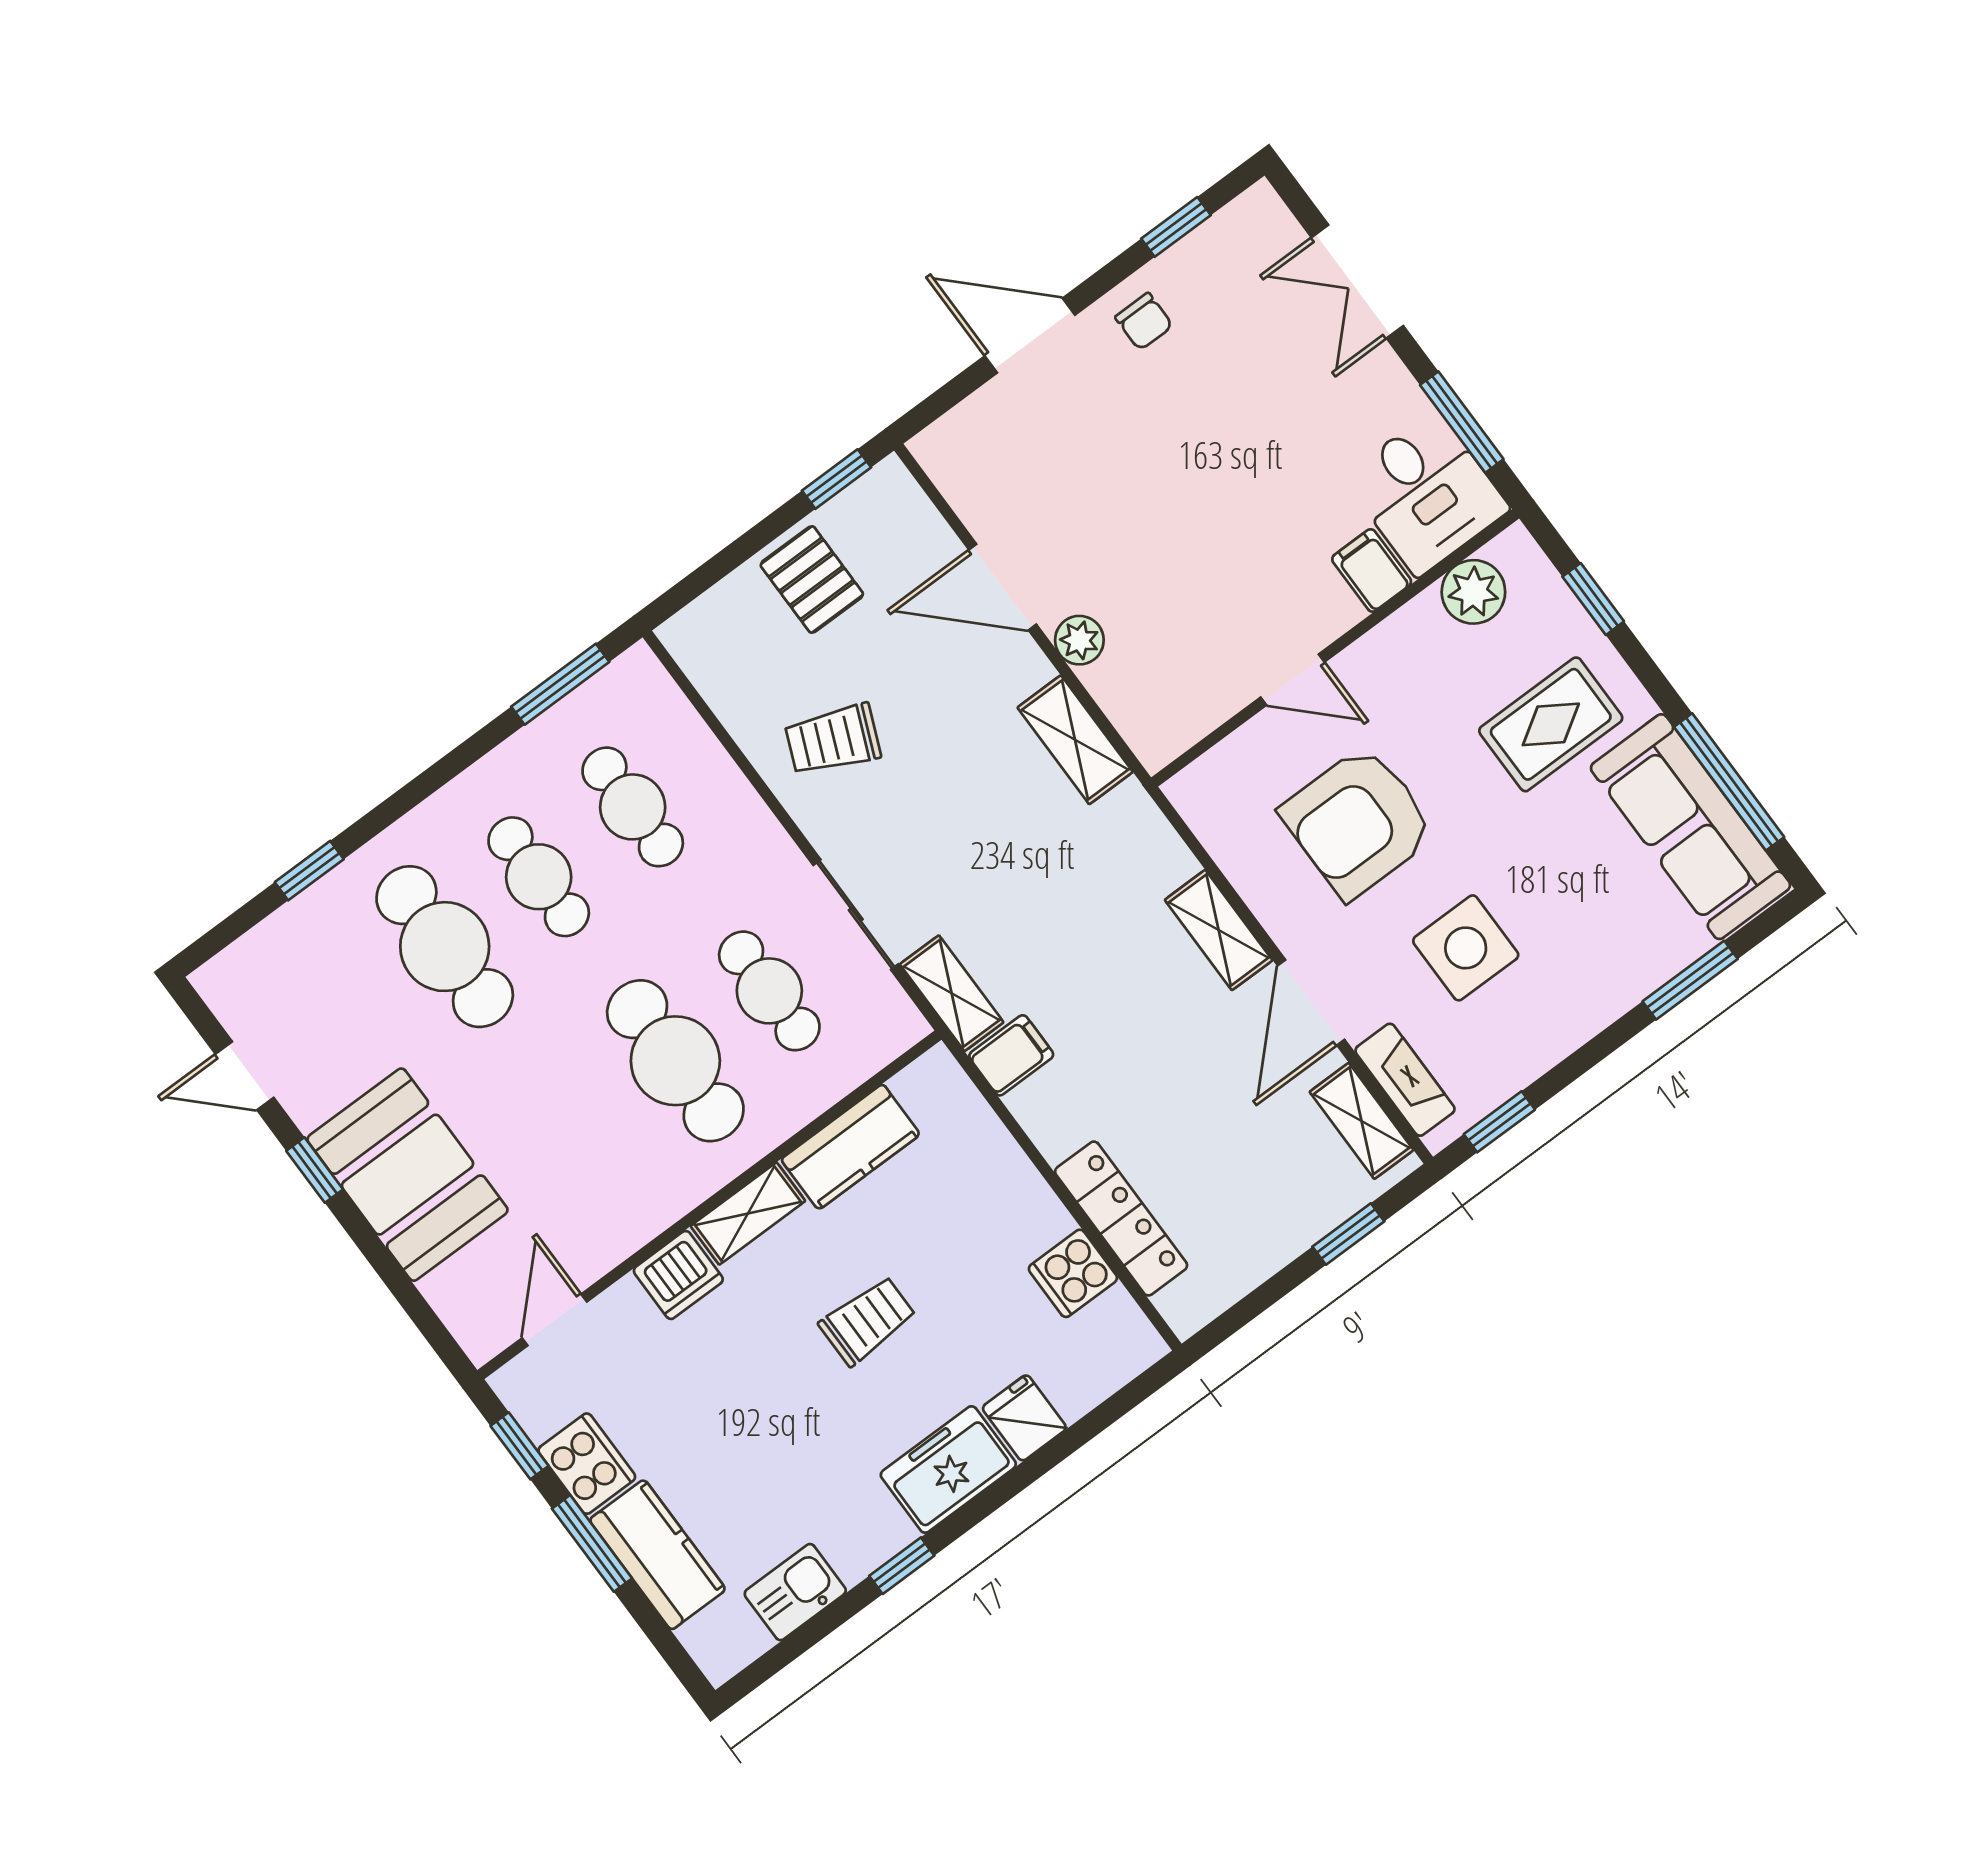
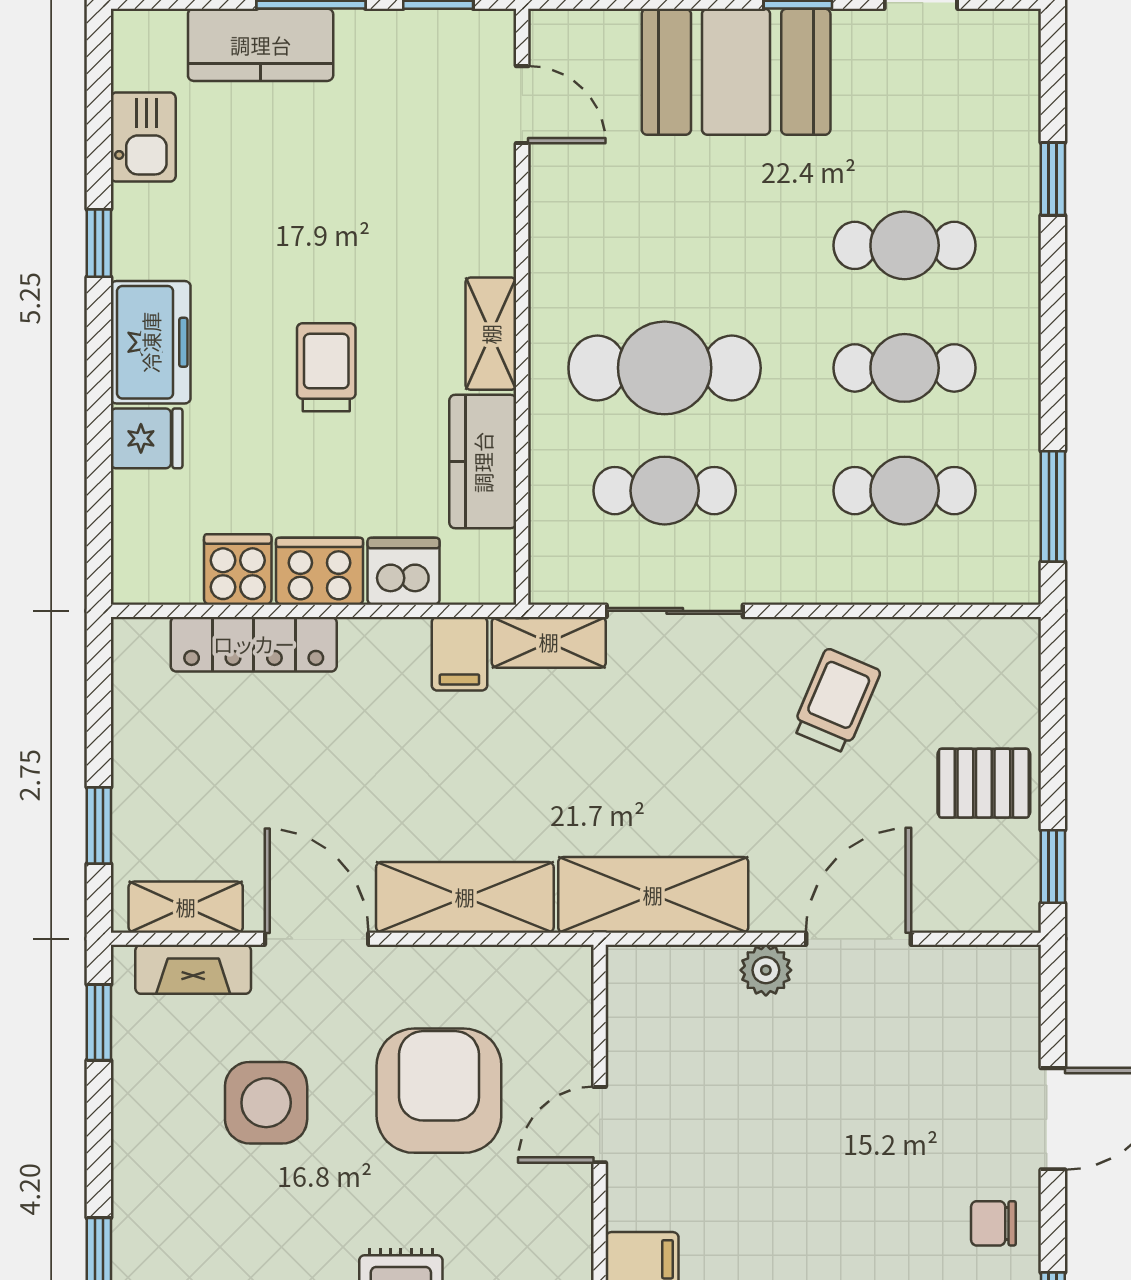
shelving: (1075, 740) -> (653, 895), width x1.50, depth x1.33
shelving: (1219, 930) -> (465, 897), width x1.50, depth x1.33
cafe table: (445, 947) -> (905, 245), width x0.73, depth x0.74
dishwasher: (678, 1275) -> (404, 571), moved, turned 90
trolley: (867, 1321) -> (326, 367), turned 180
cooker: (587, 1464) -> (319, 571), moved, turned 180

